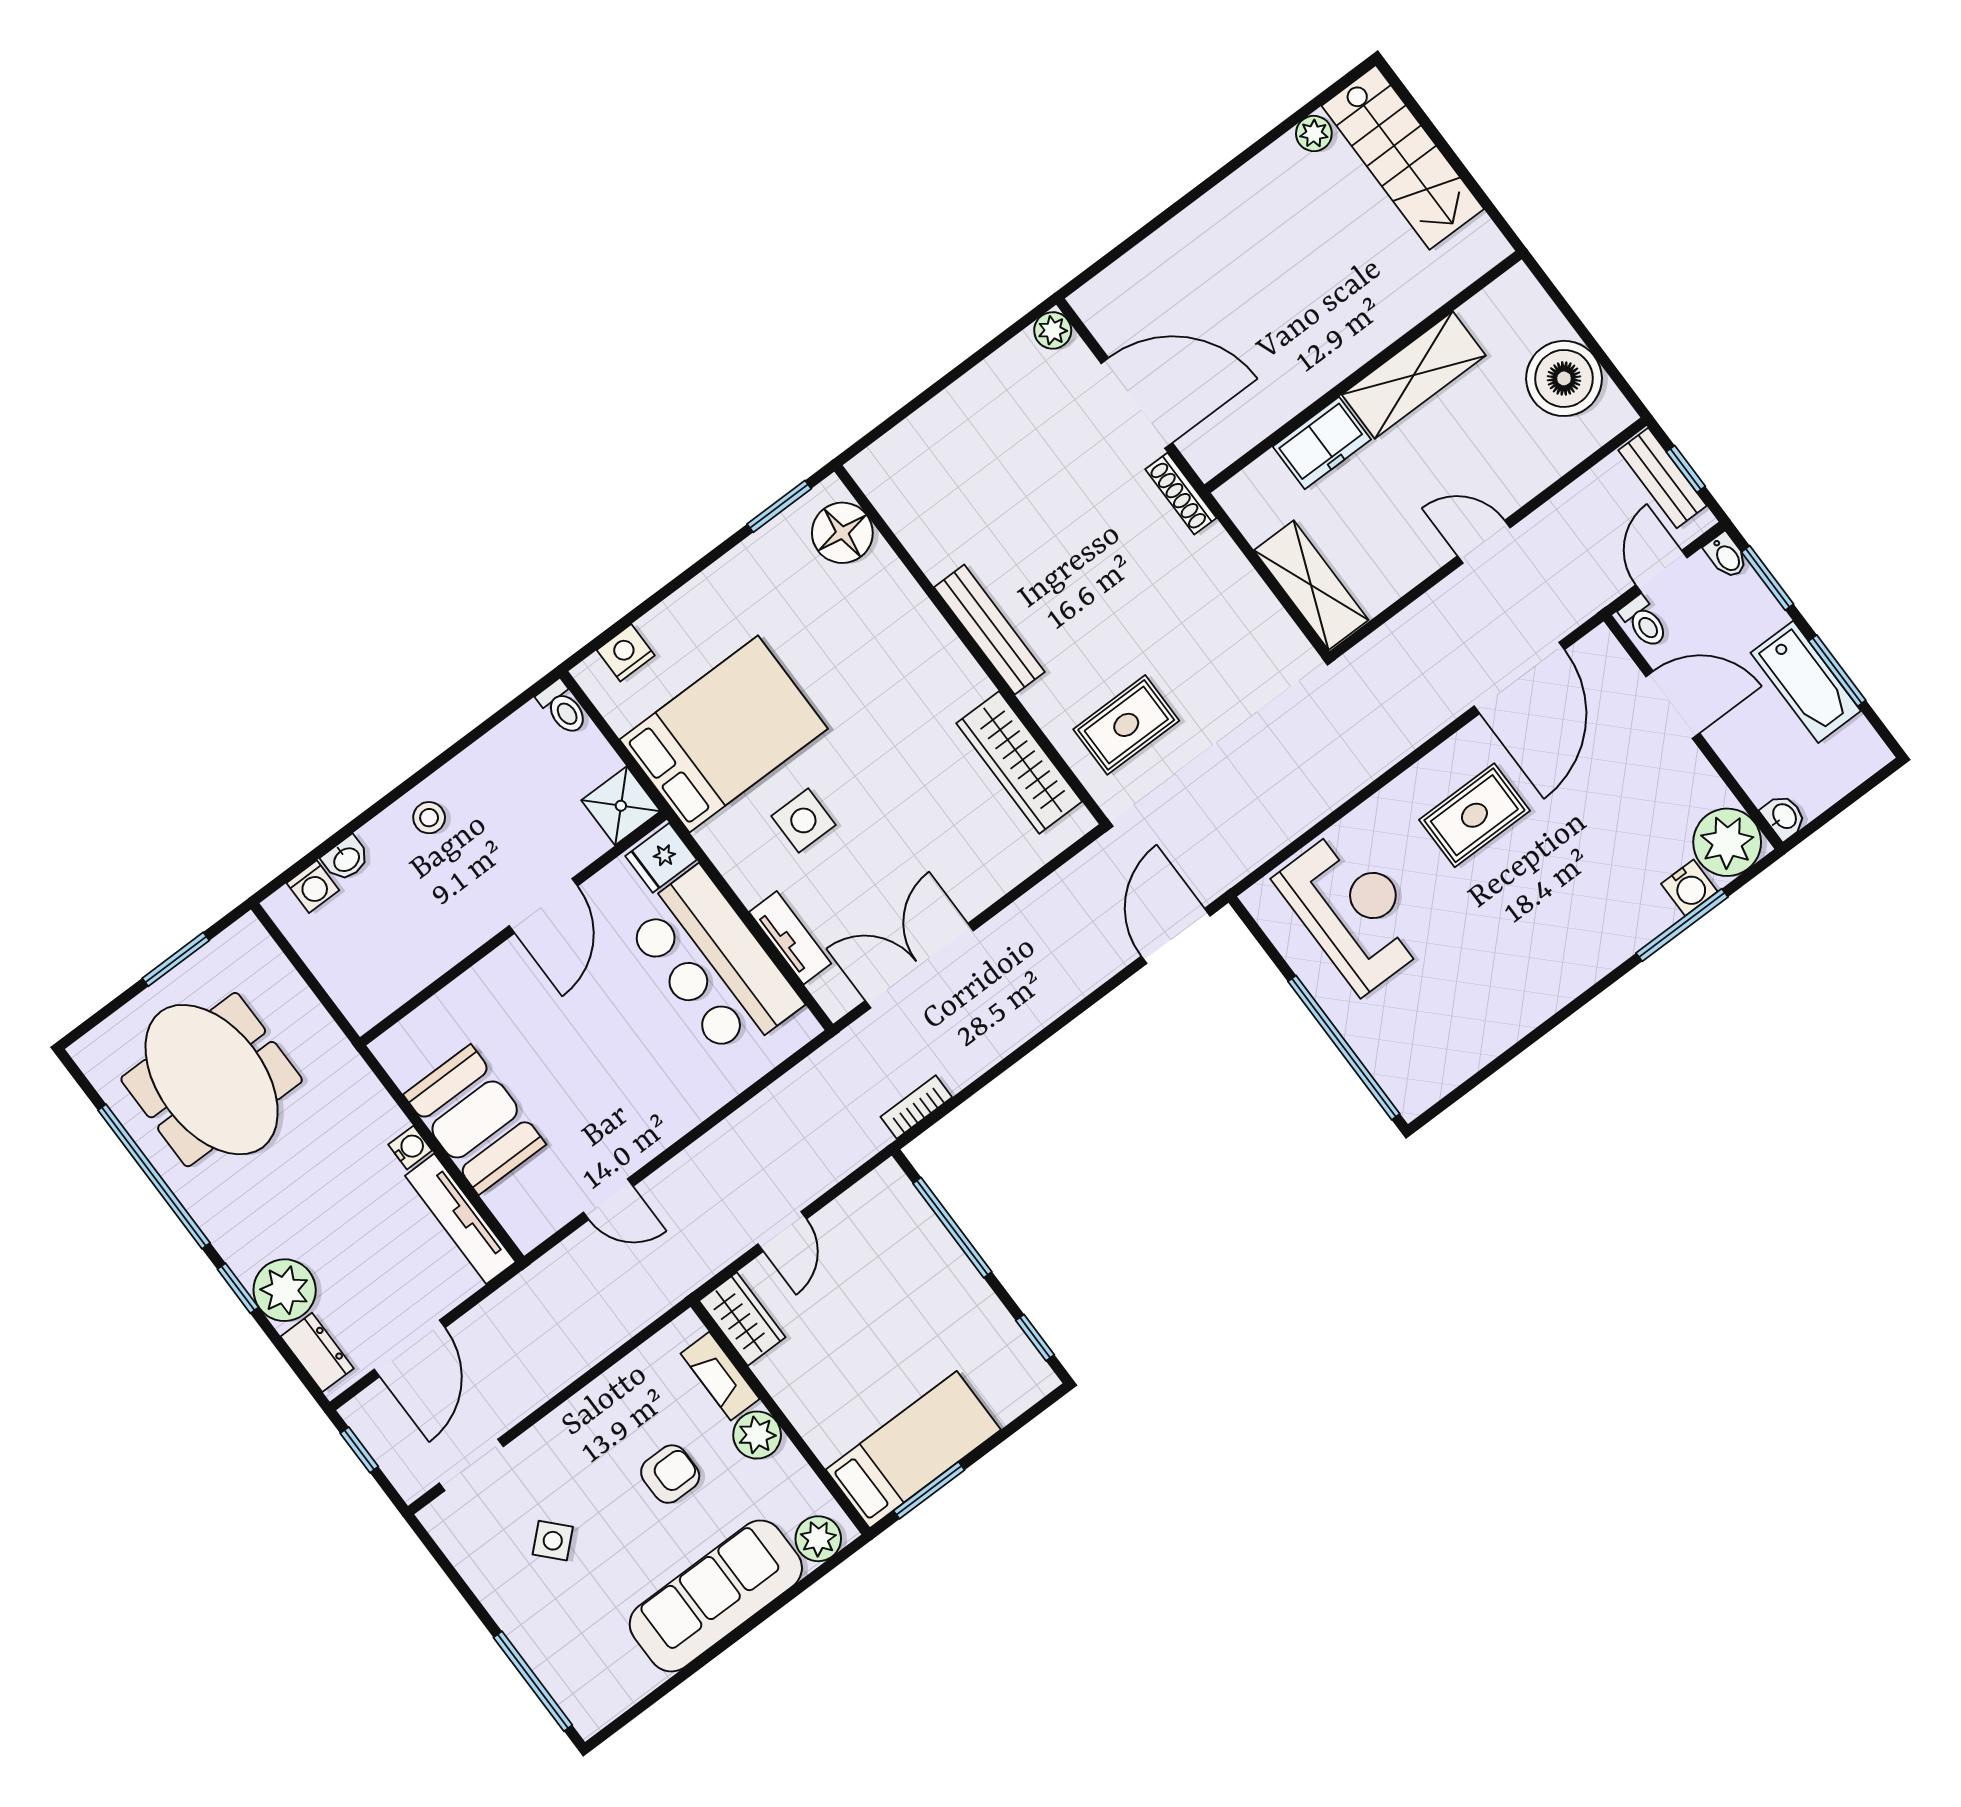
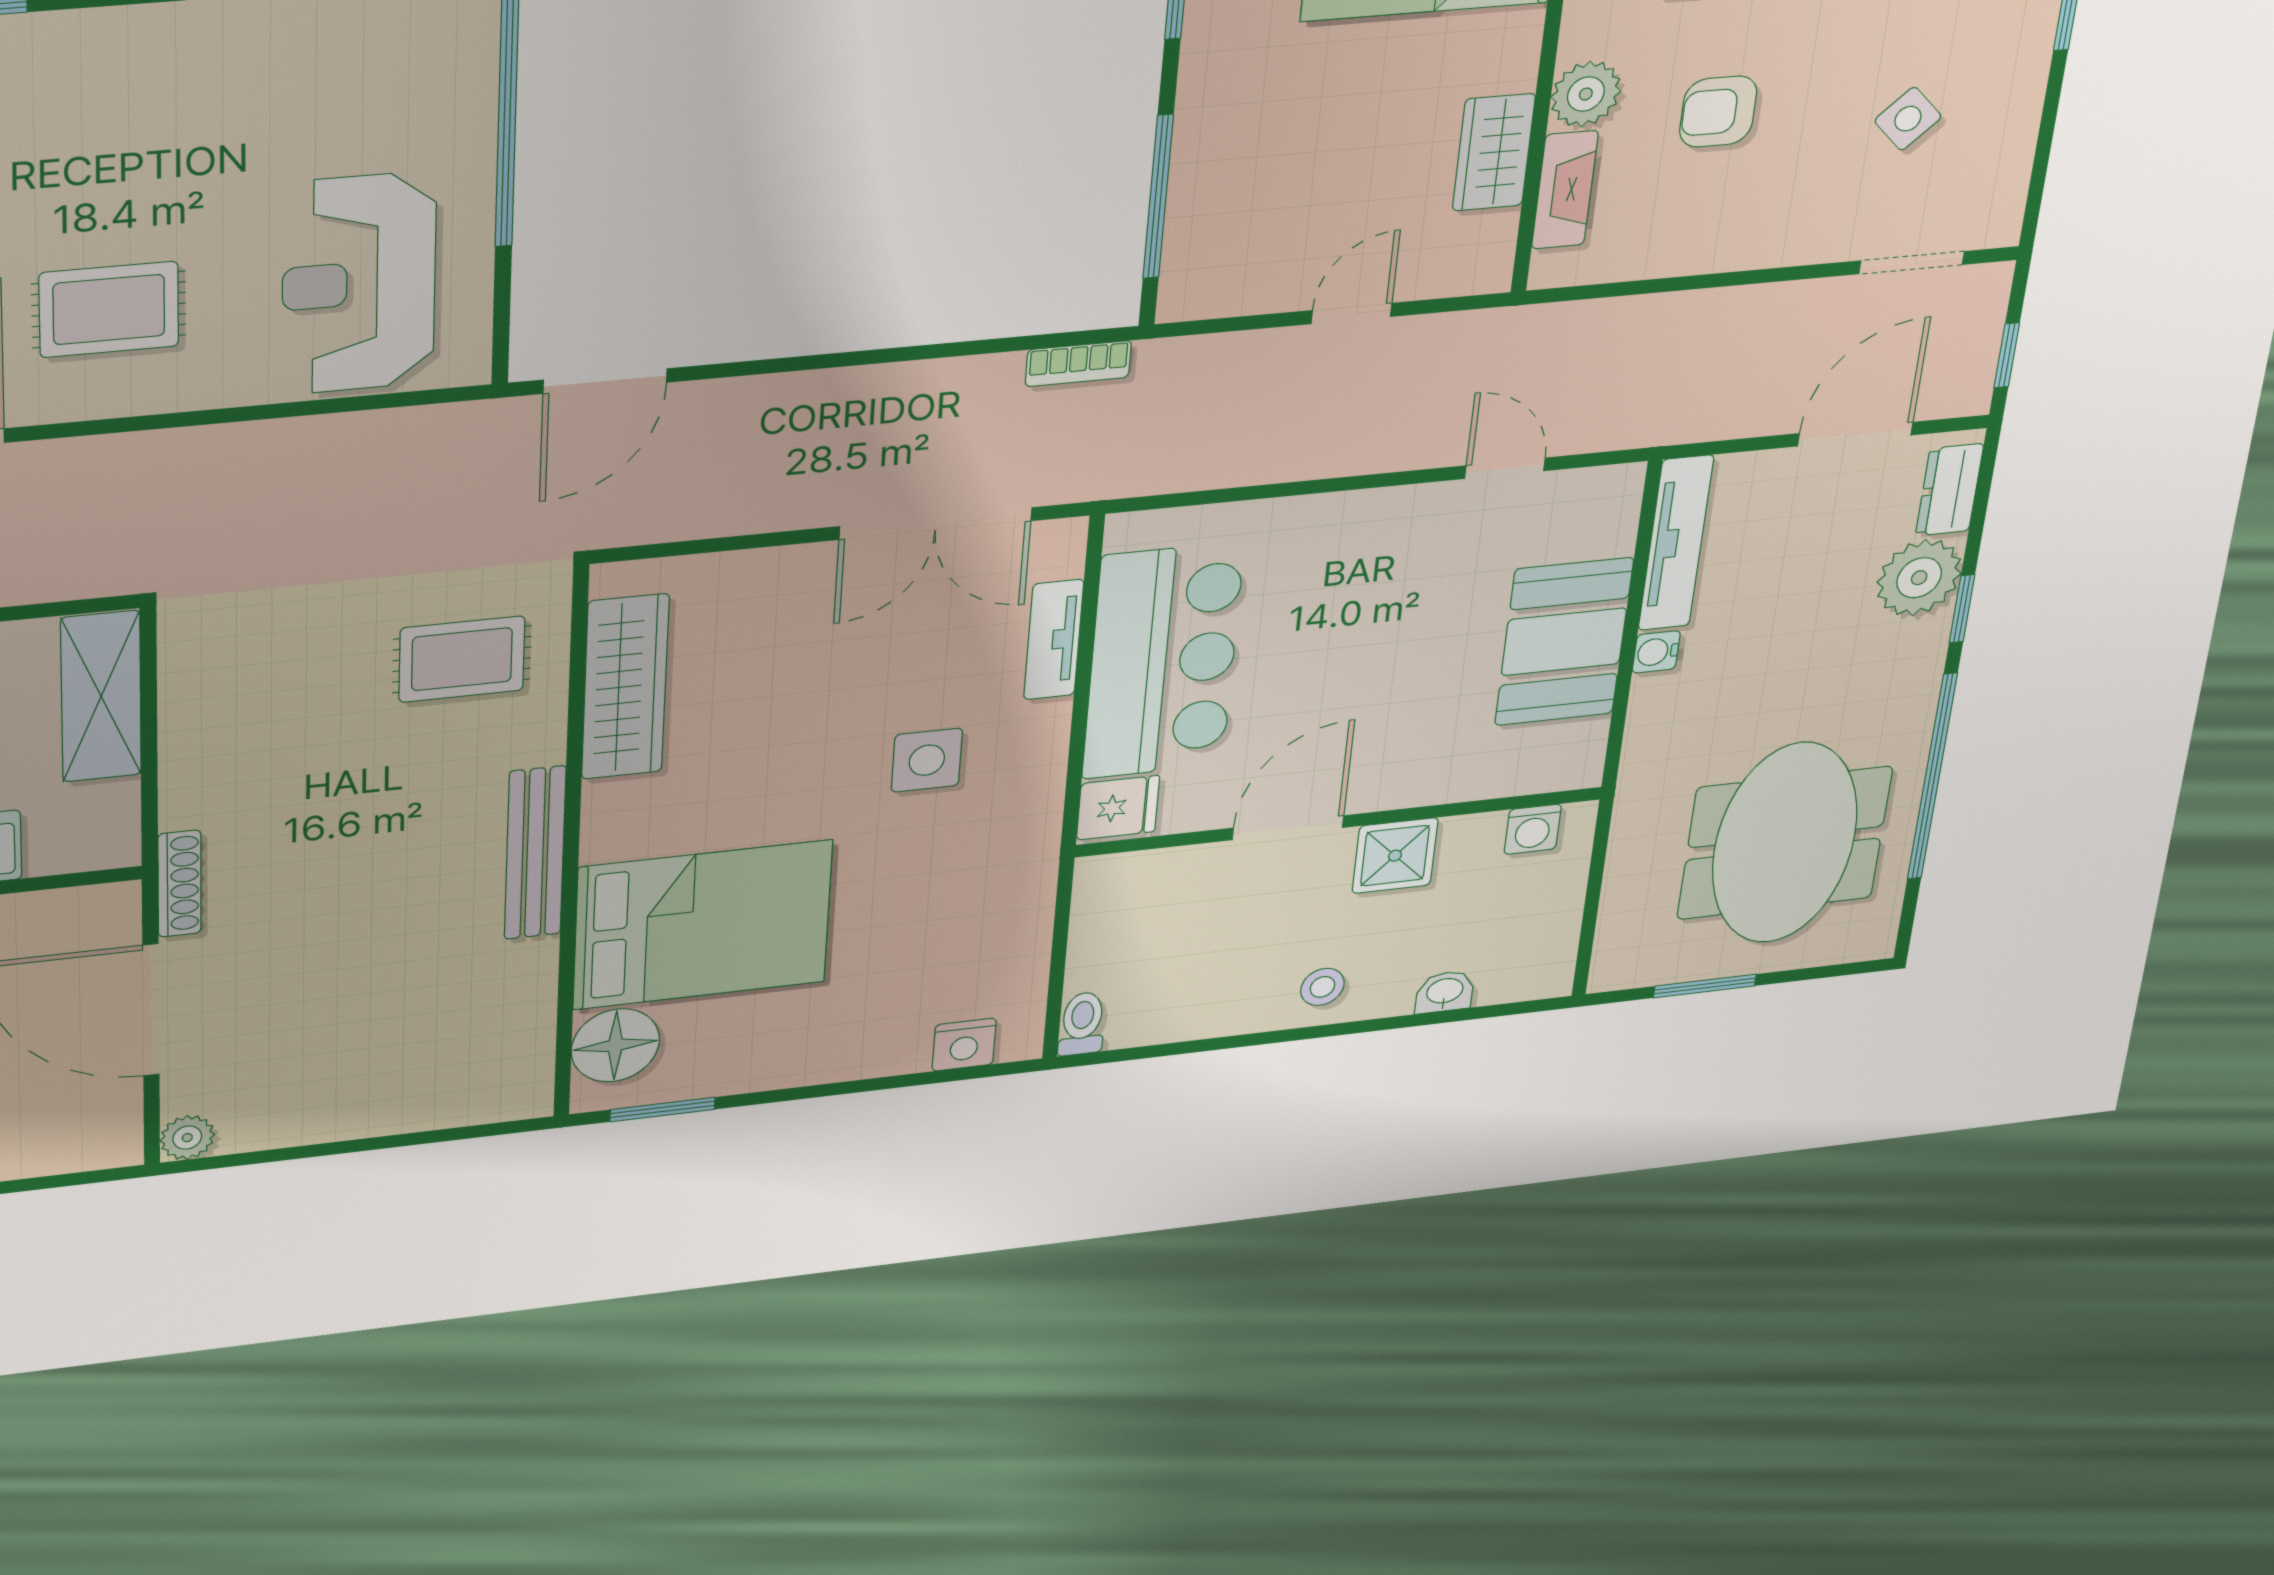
bed: (724, 734) -> (702, 925), moved, turned 180
shower: (621, 806) -> (1395, 856), moved
washing machine: (313, 887) -> (1533, 829), moved, turned 180
wardrobe: (742, 1319) -> (1494, 152), moved

